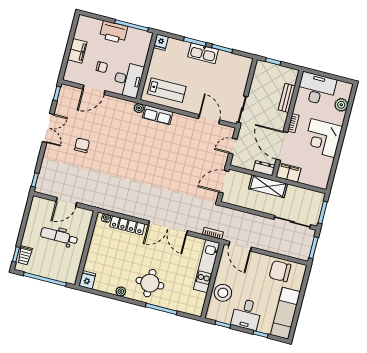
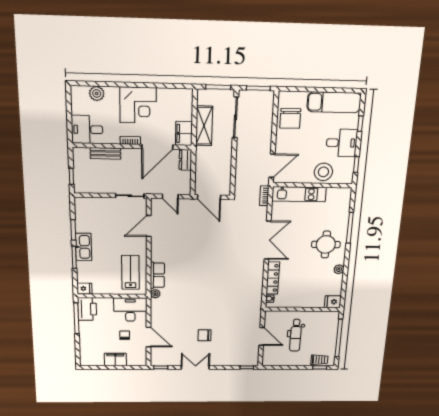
printer: (114, 32) -> (87, 309), moved
desk: (317, 89) -> (87, 130), width x0.73
shelving: (268, 186) -> (204, 126), moved

